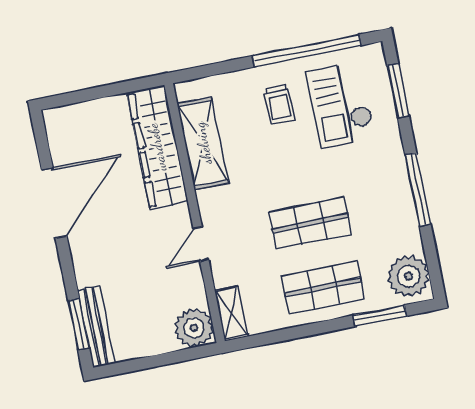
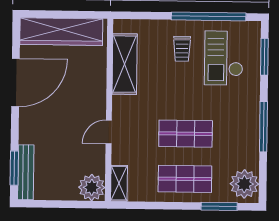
wardrobe: (157, 147) -> (61, 32), moved, turned -90

